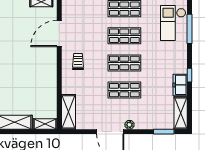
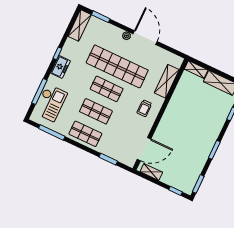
door: (59, 34) -> (144, 149), moved
freezer: (180, 85) -> (61, 67), moved
shop shelf: (124, 90) -> (117, 66), width x2.00, depth x1.36
shelving: (68, 112) -> (167, 81), moved

